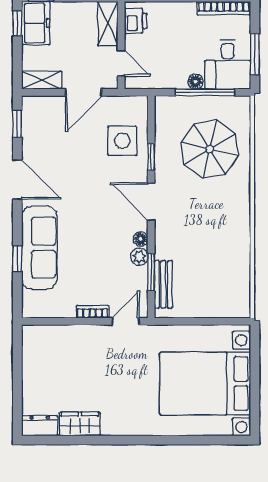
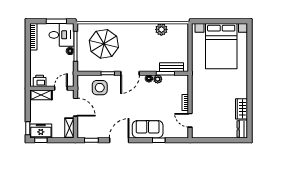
sofa: (39, 248) -> (148, 129), width x0.73
plant: (238, 264) -> (161, 29), added
door: (126, 321) -> (190, 120), moved

